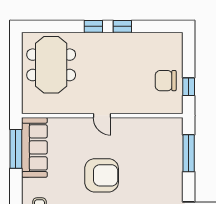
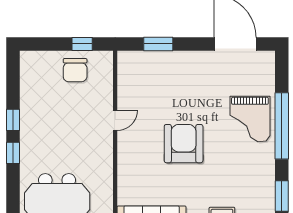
door: (102, 116) -> (115, 120), moved
window: (189, 153) -> (158, 44), width x0.69

